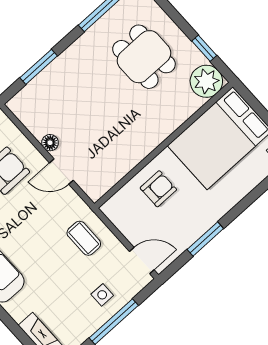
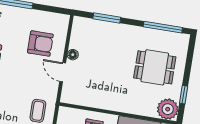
dining table: (144, 57) -> (155, 67), turned 90

